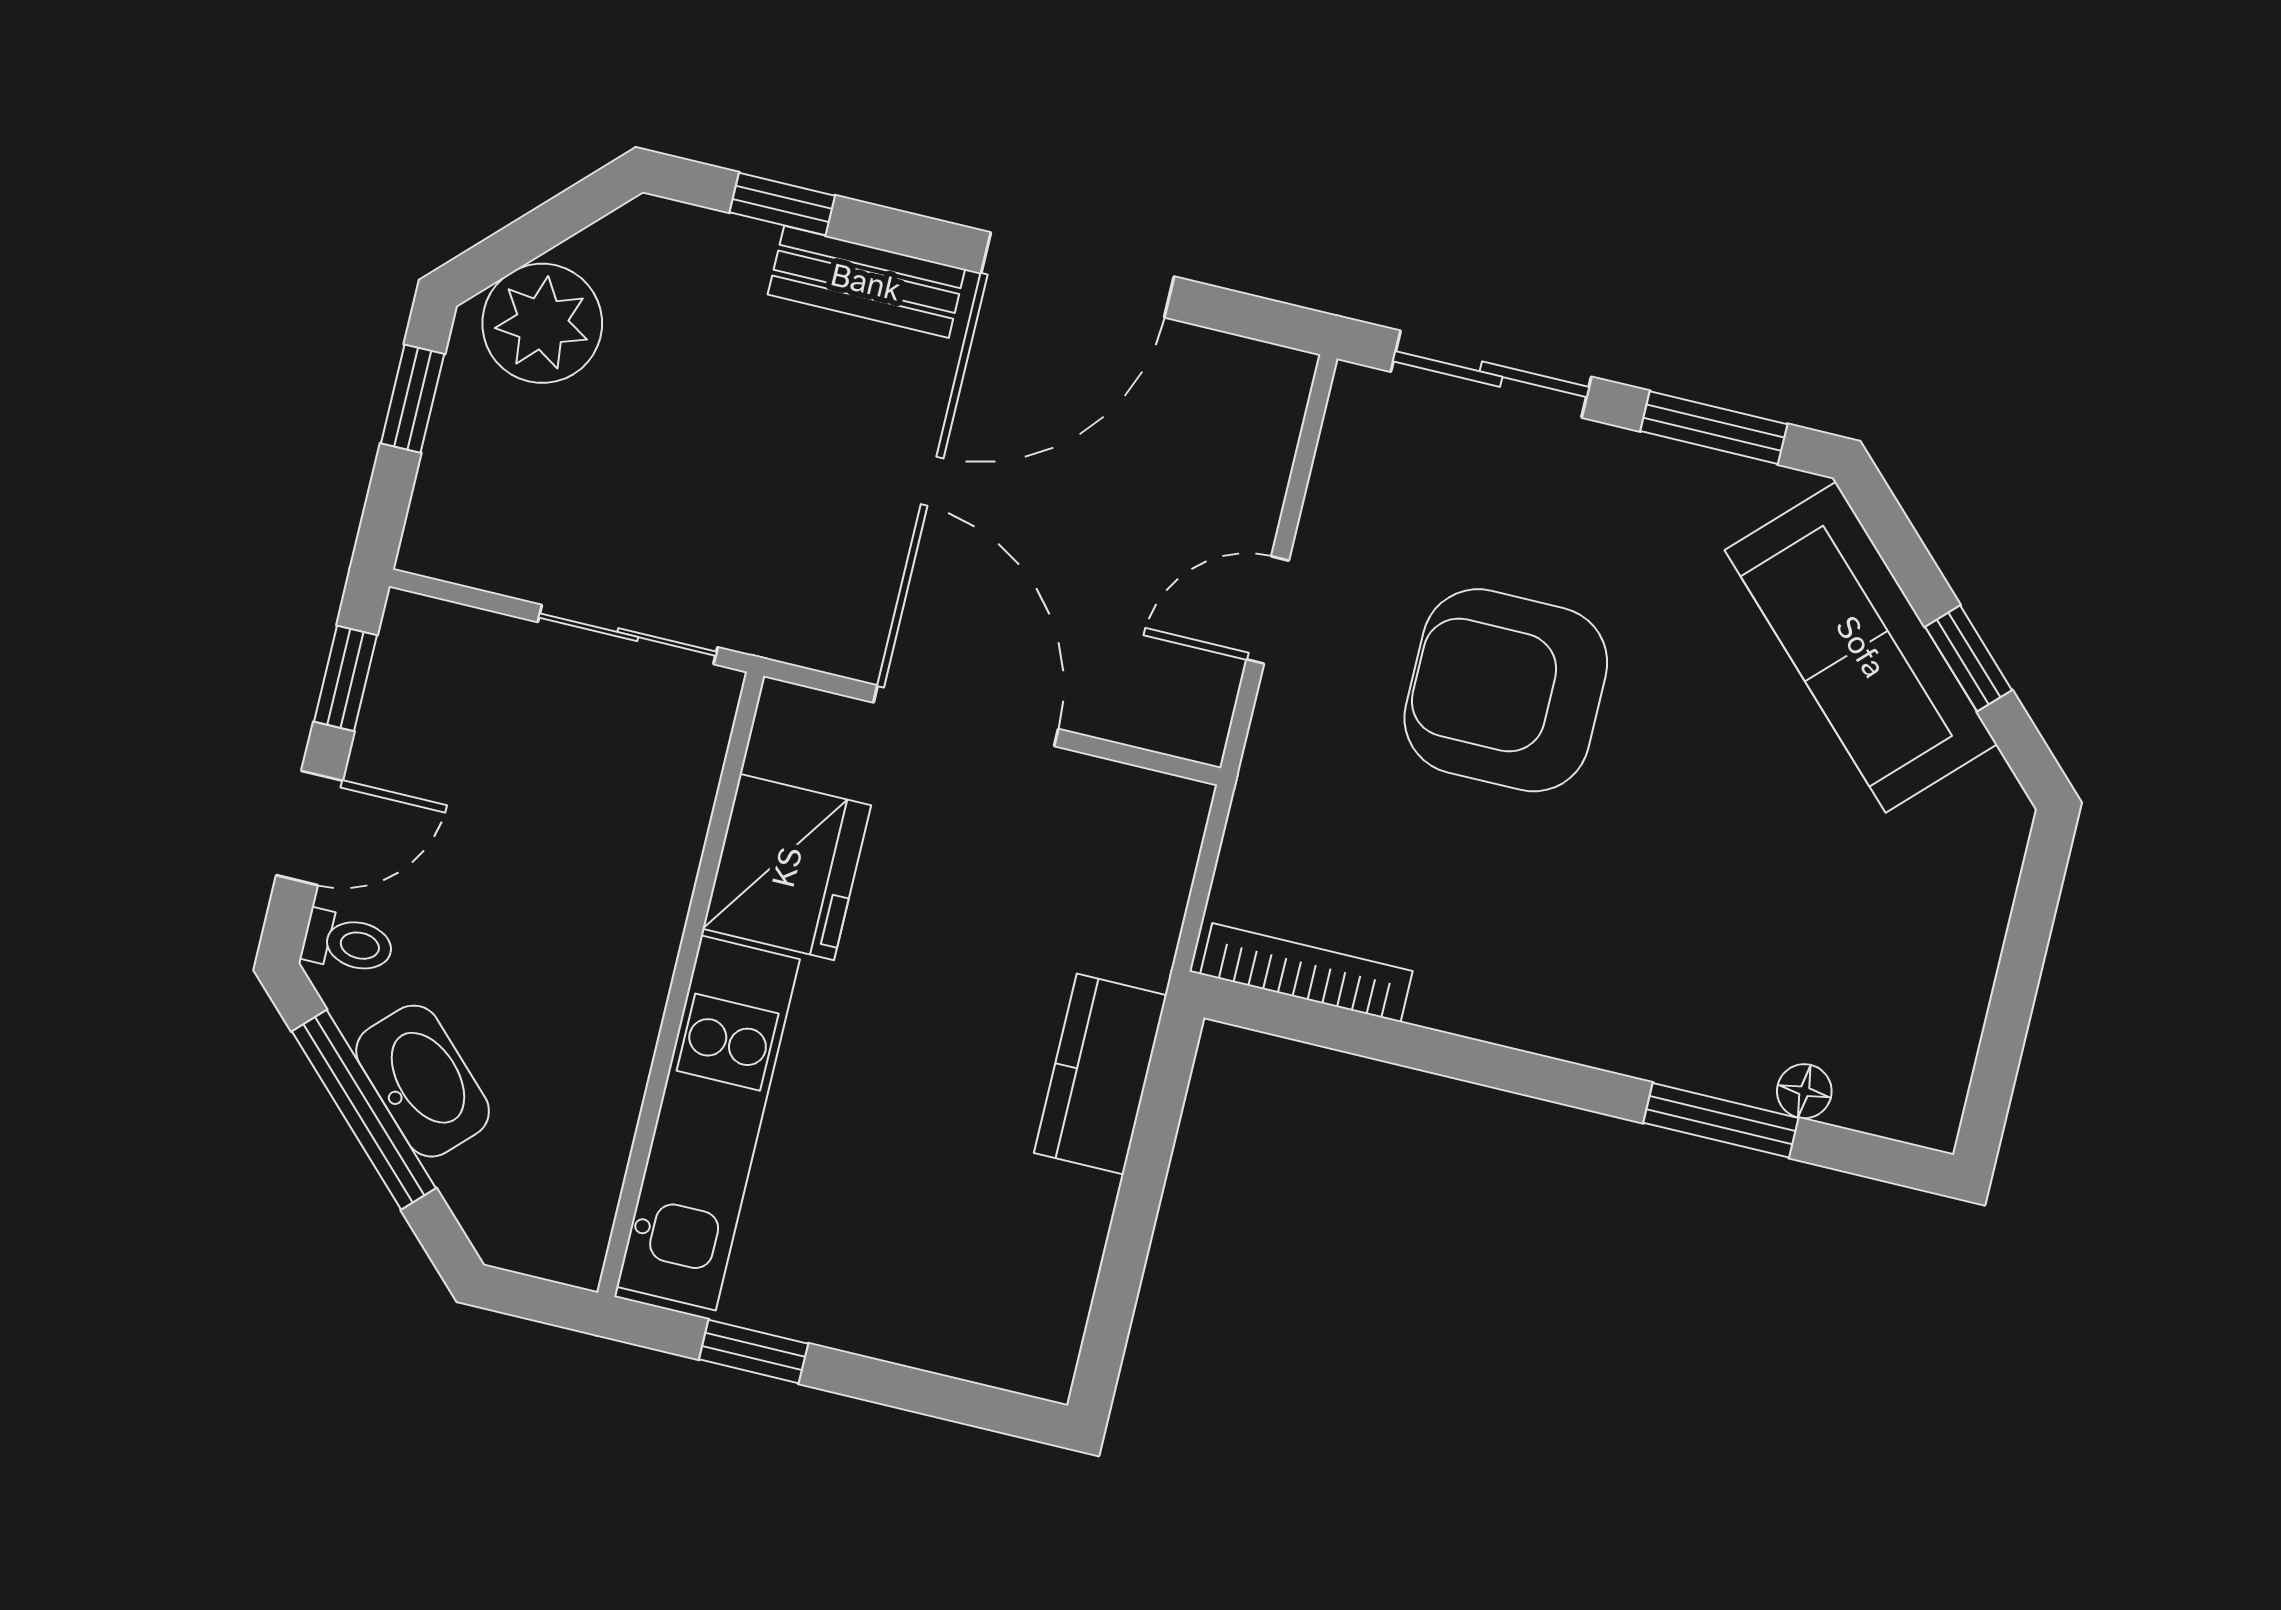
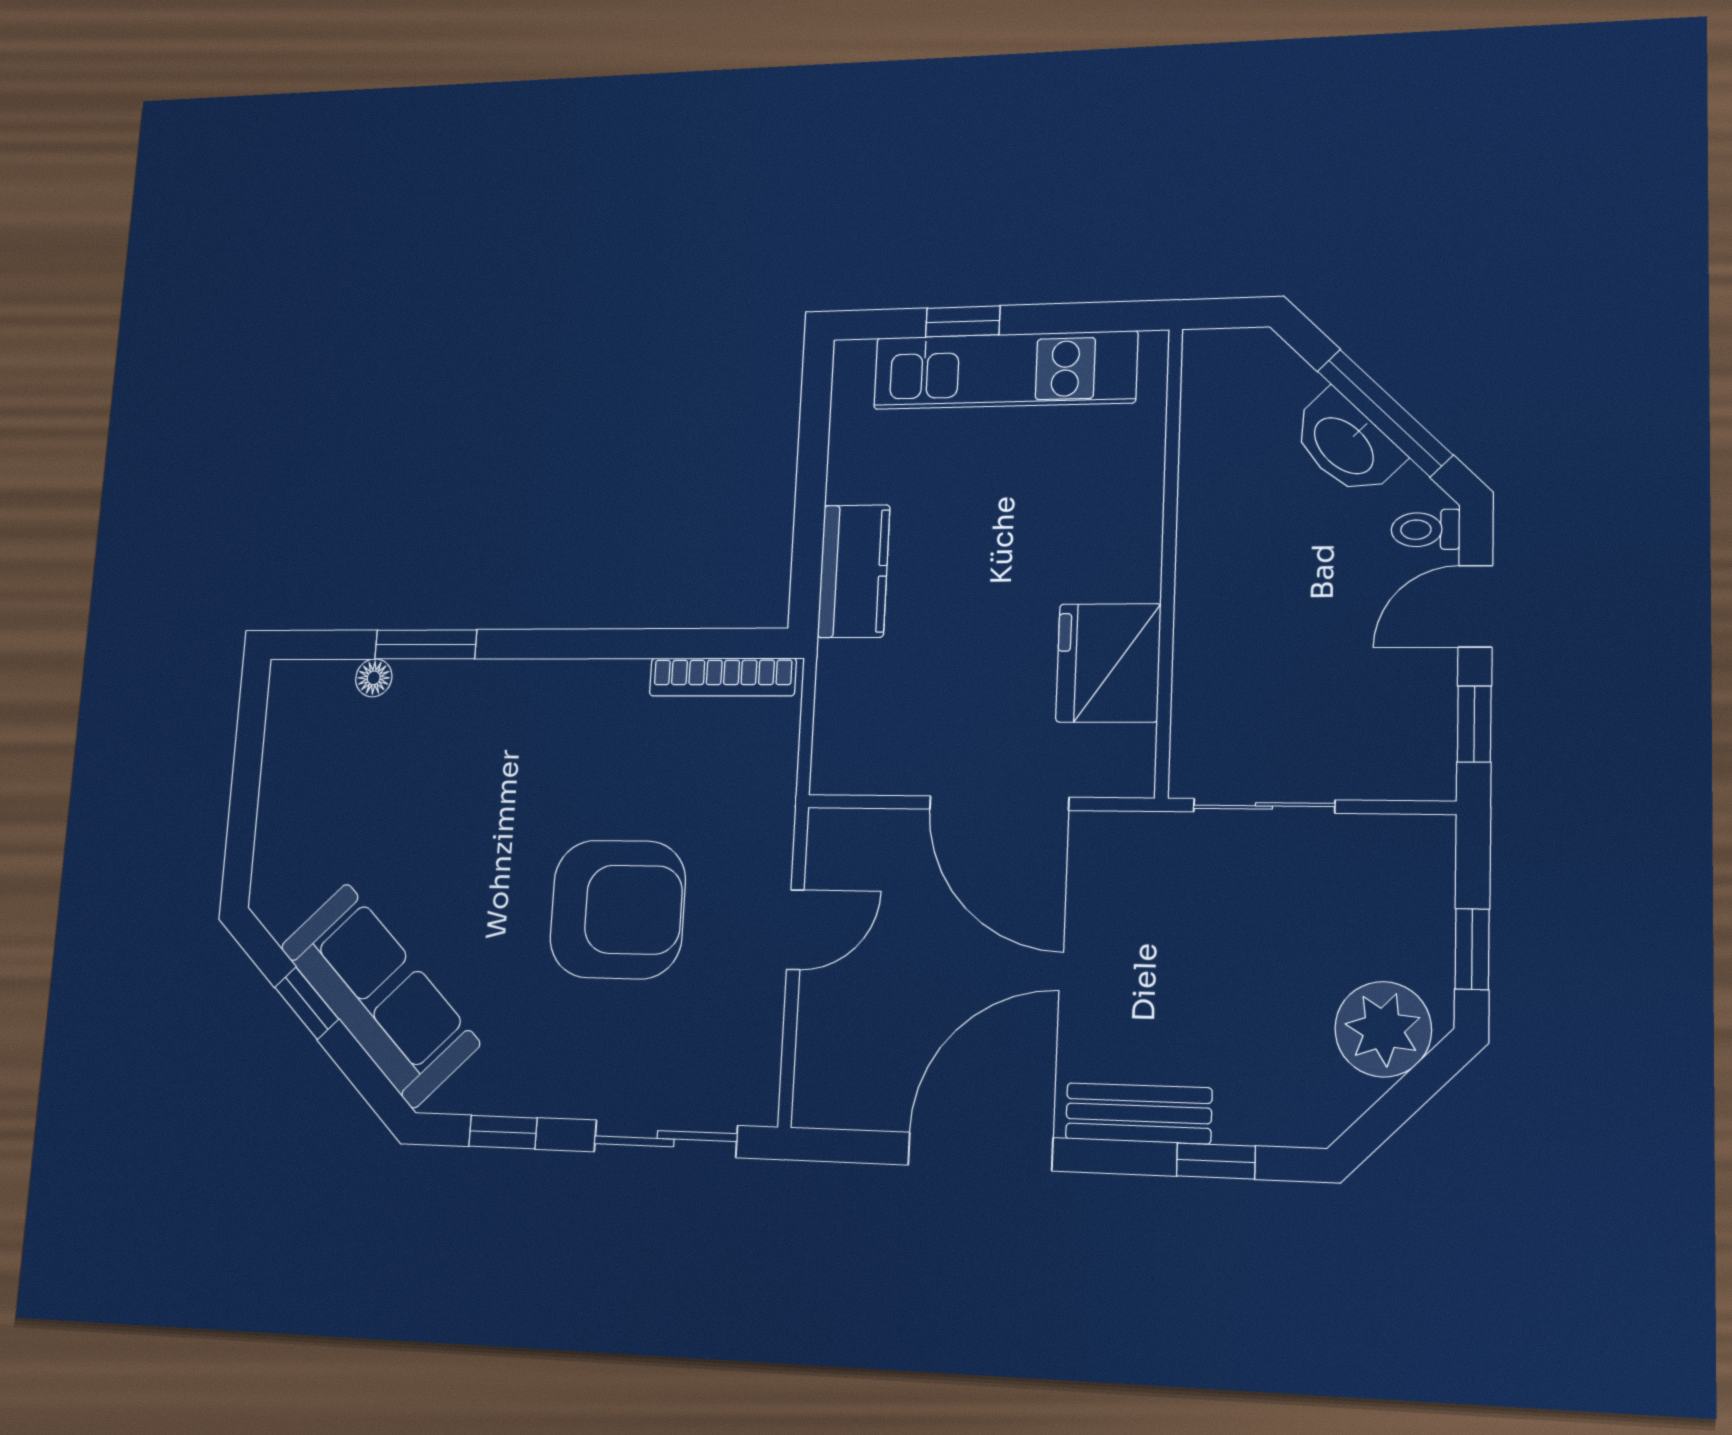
window: (1714, 428) -> (503, 1132), width x0.67
kitchen unit: (708, 1123) -> (1005, 370), moved, turned -90
window: (754, 1351) -> (963, 321), moved

